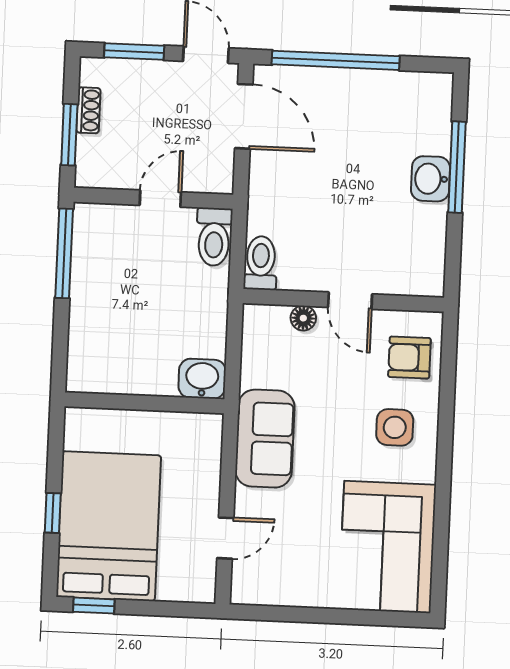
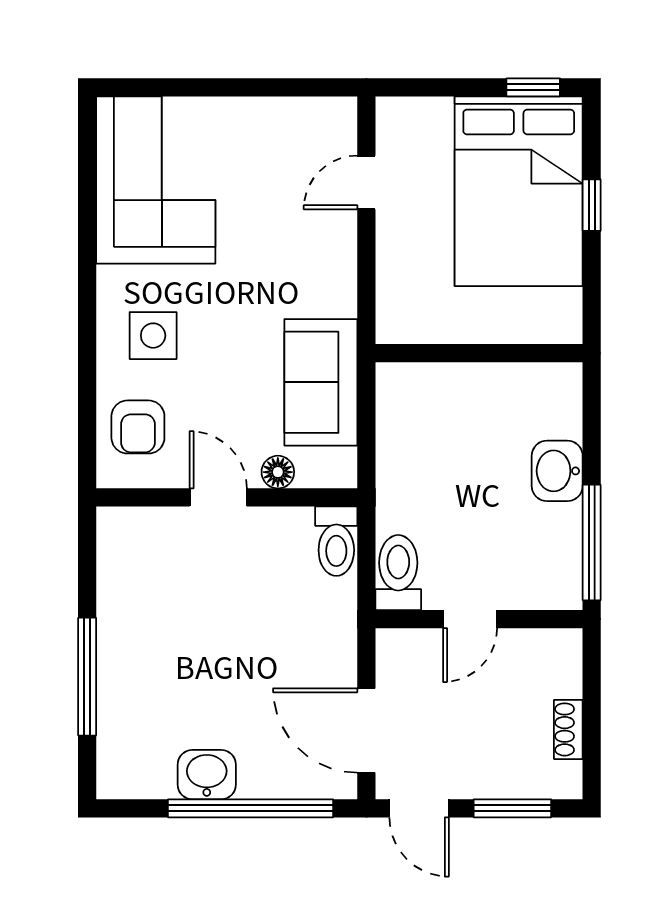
window: (69, 135) -> (592, 697), removed
washbasin: (431, 179) -> (207, 775), moved, turned -90
armchair: (409, 357) -> (138, 427), turned 90
washbasin: (202, 379) -> (557, 471), moved, turned 90
sofa: (265, 439) -> (321, 382), moved

